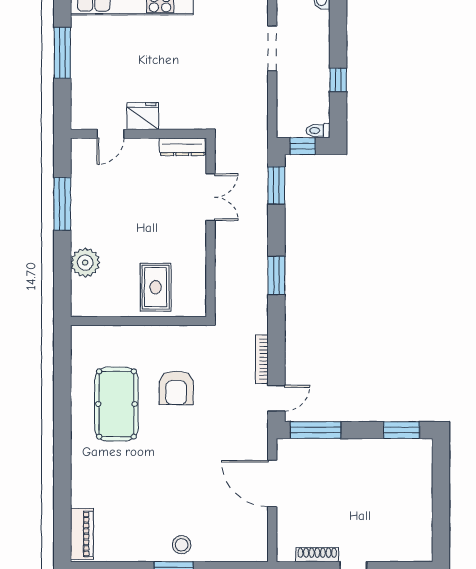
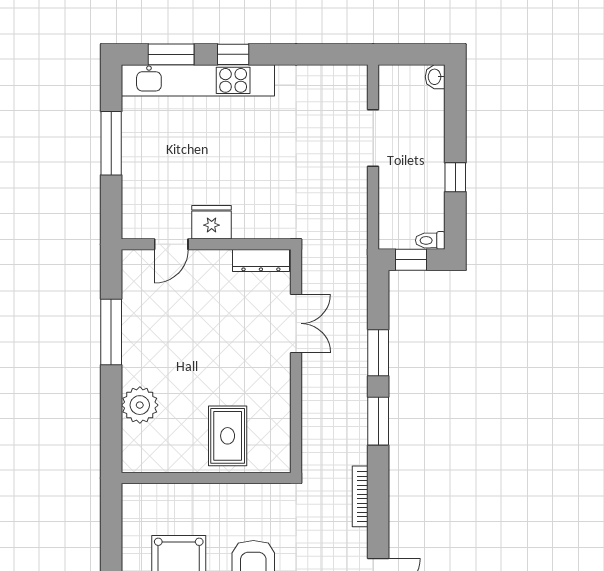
window: (276, 185) -> (378, 353), moved
bookcase: (262, 359) -> (360, 496), moved

